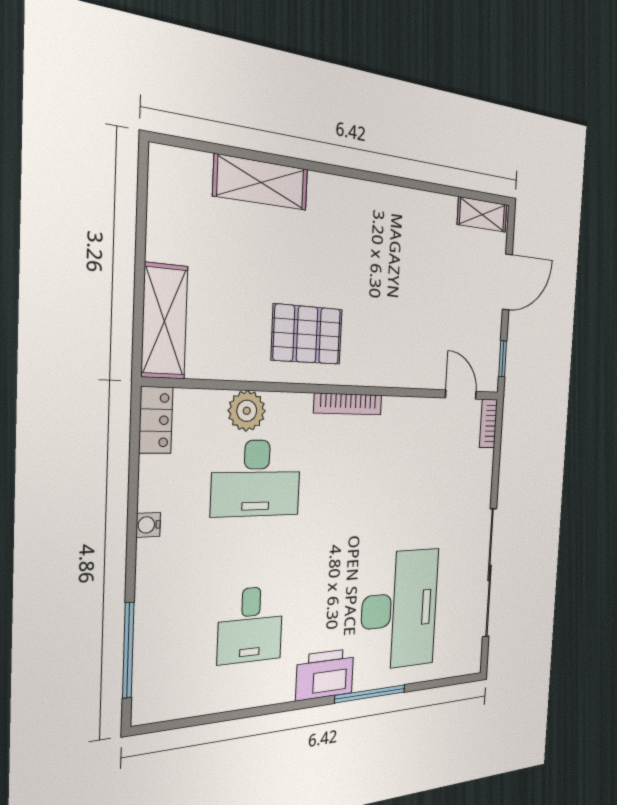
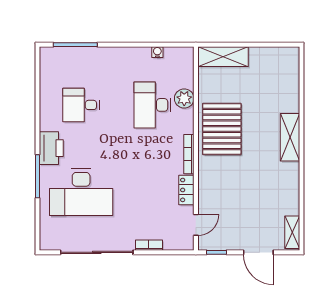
shelving: (261, 182) -> (290, 137), moved
pallet: (307, 334) -> (222, 129), width x1.37, depth x1.41
locker: (156, 420) -> (186, 190), moved, turned 90
bookcase: (488, 423) -> (149, 245), moved
water cooler: (148, 525) -> (157, 52), moved

